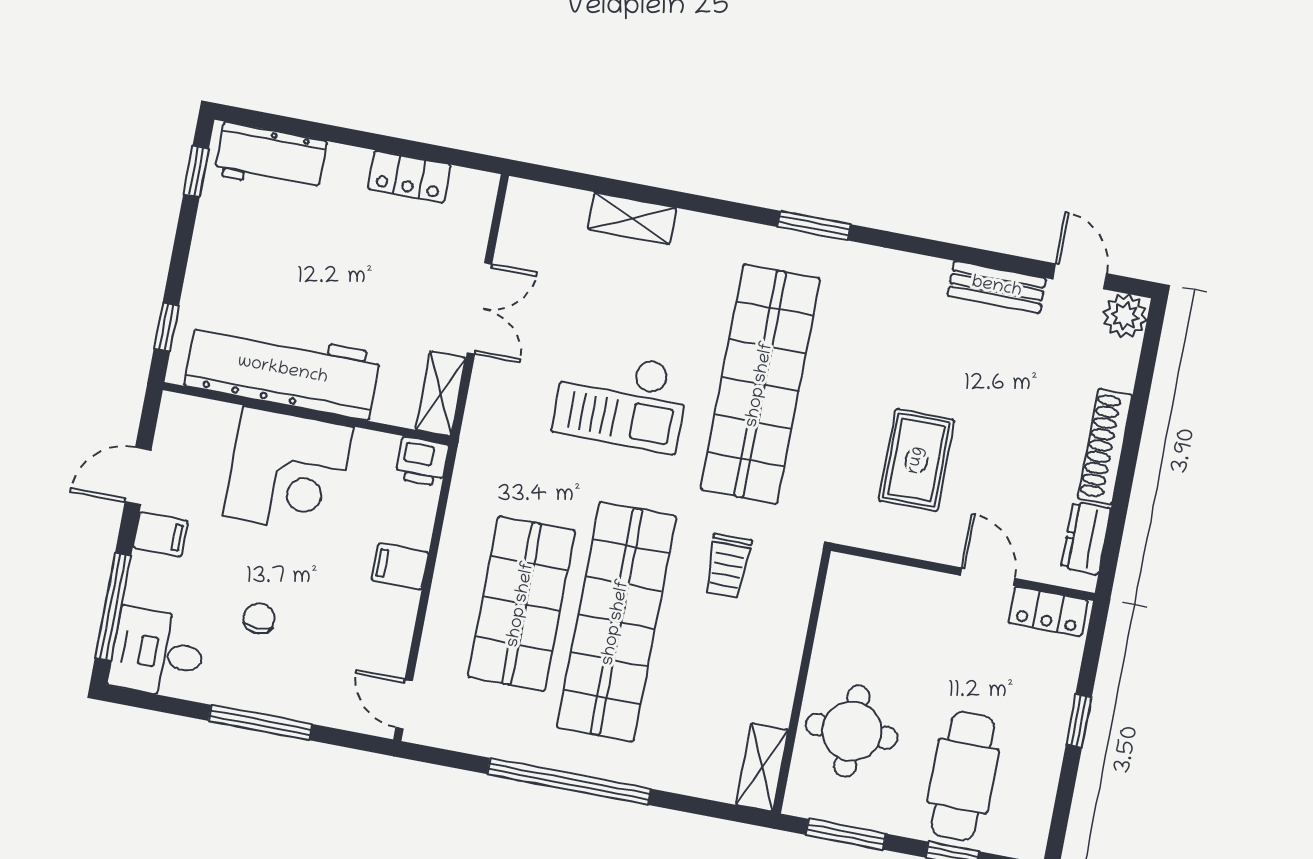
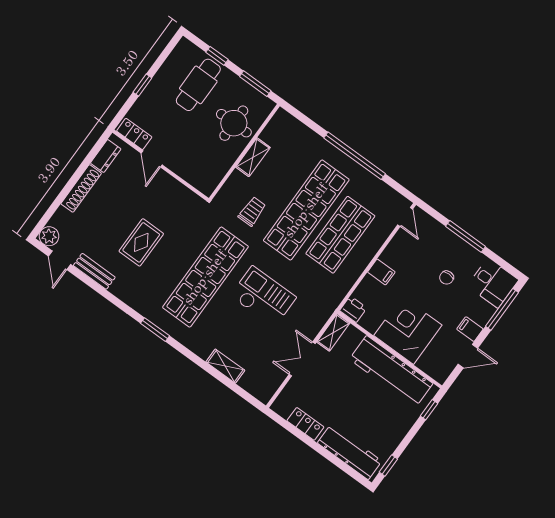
workbench: (271, 158) -> (350, 452), width x1.38
rug: (916, 460) -> (141, 242), moved
shelving: (762, 767) -> (253, 157), moved

